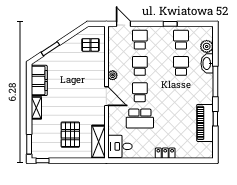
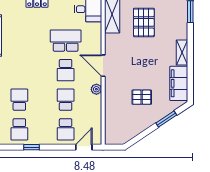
door: (124, 24) -> (84, 147), swing flipped
pallet: (91, 45) -> (142, 97), moved
school desk: (140, 66) -> (66, 100), turned 180
school desk: (181, 66) -> (19, 100), turned 180

